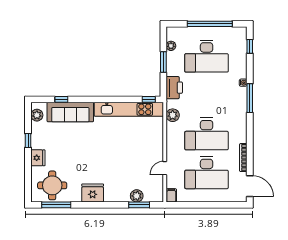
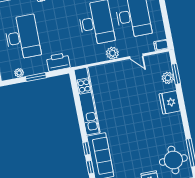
window: (149, 99) -> (86, 148), moved
plant: (173, 115) -> (112, 53), moved
fridge: (93, 193) -> (170, 102), moved

